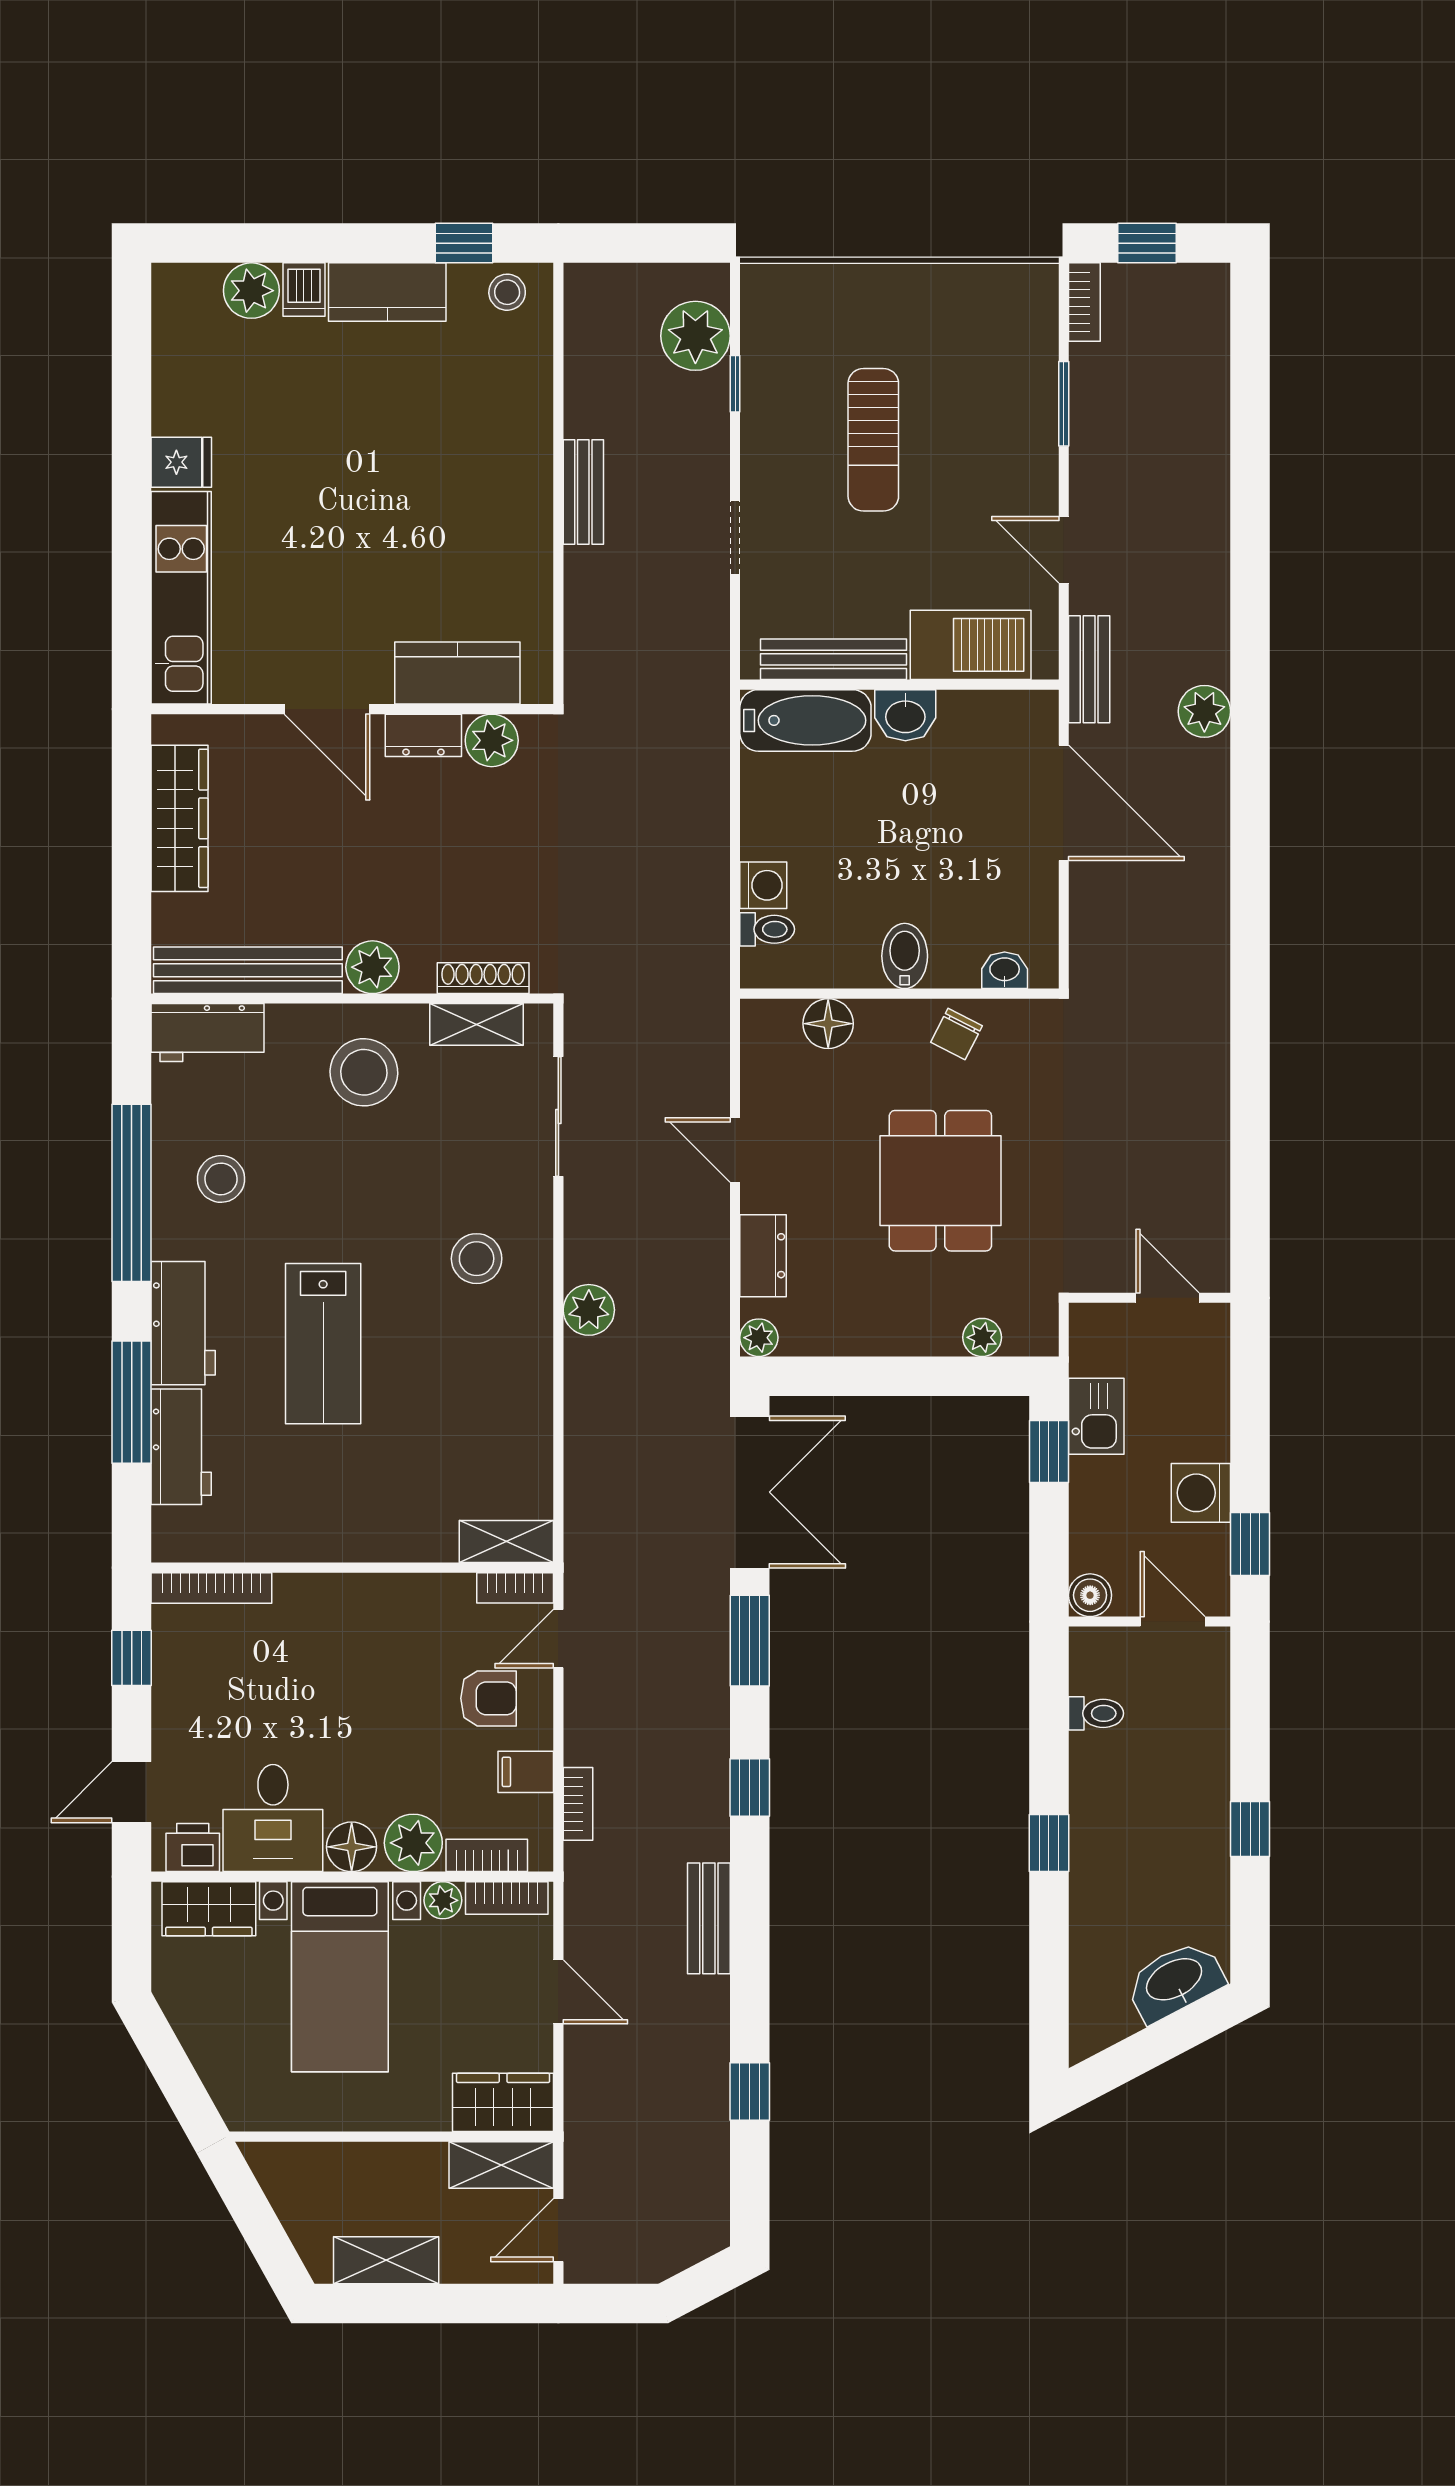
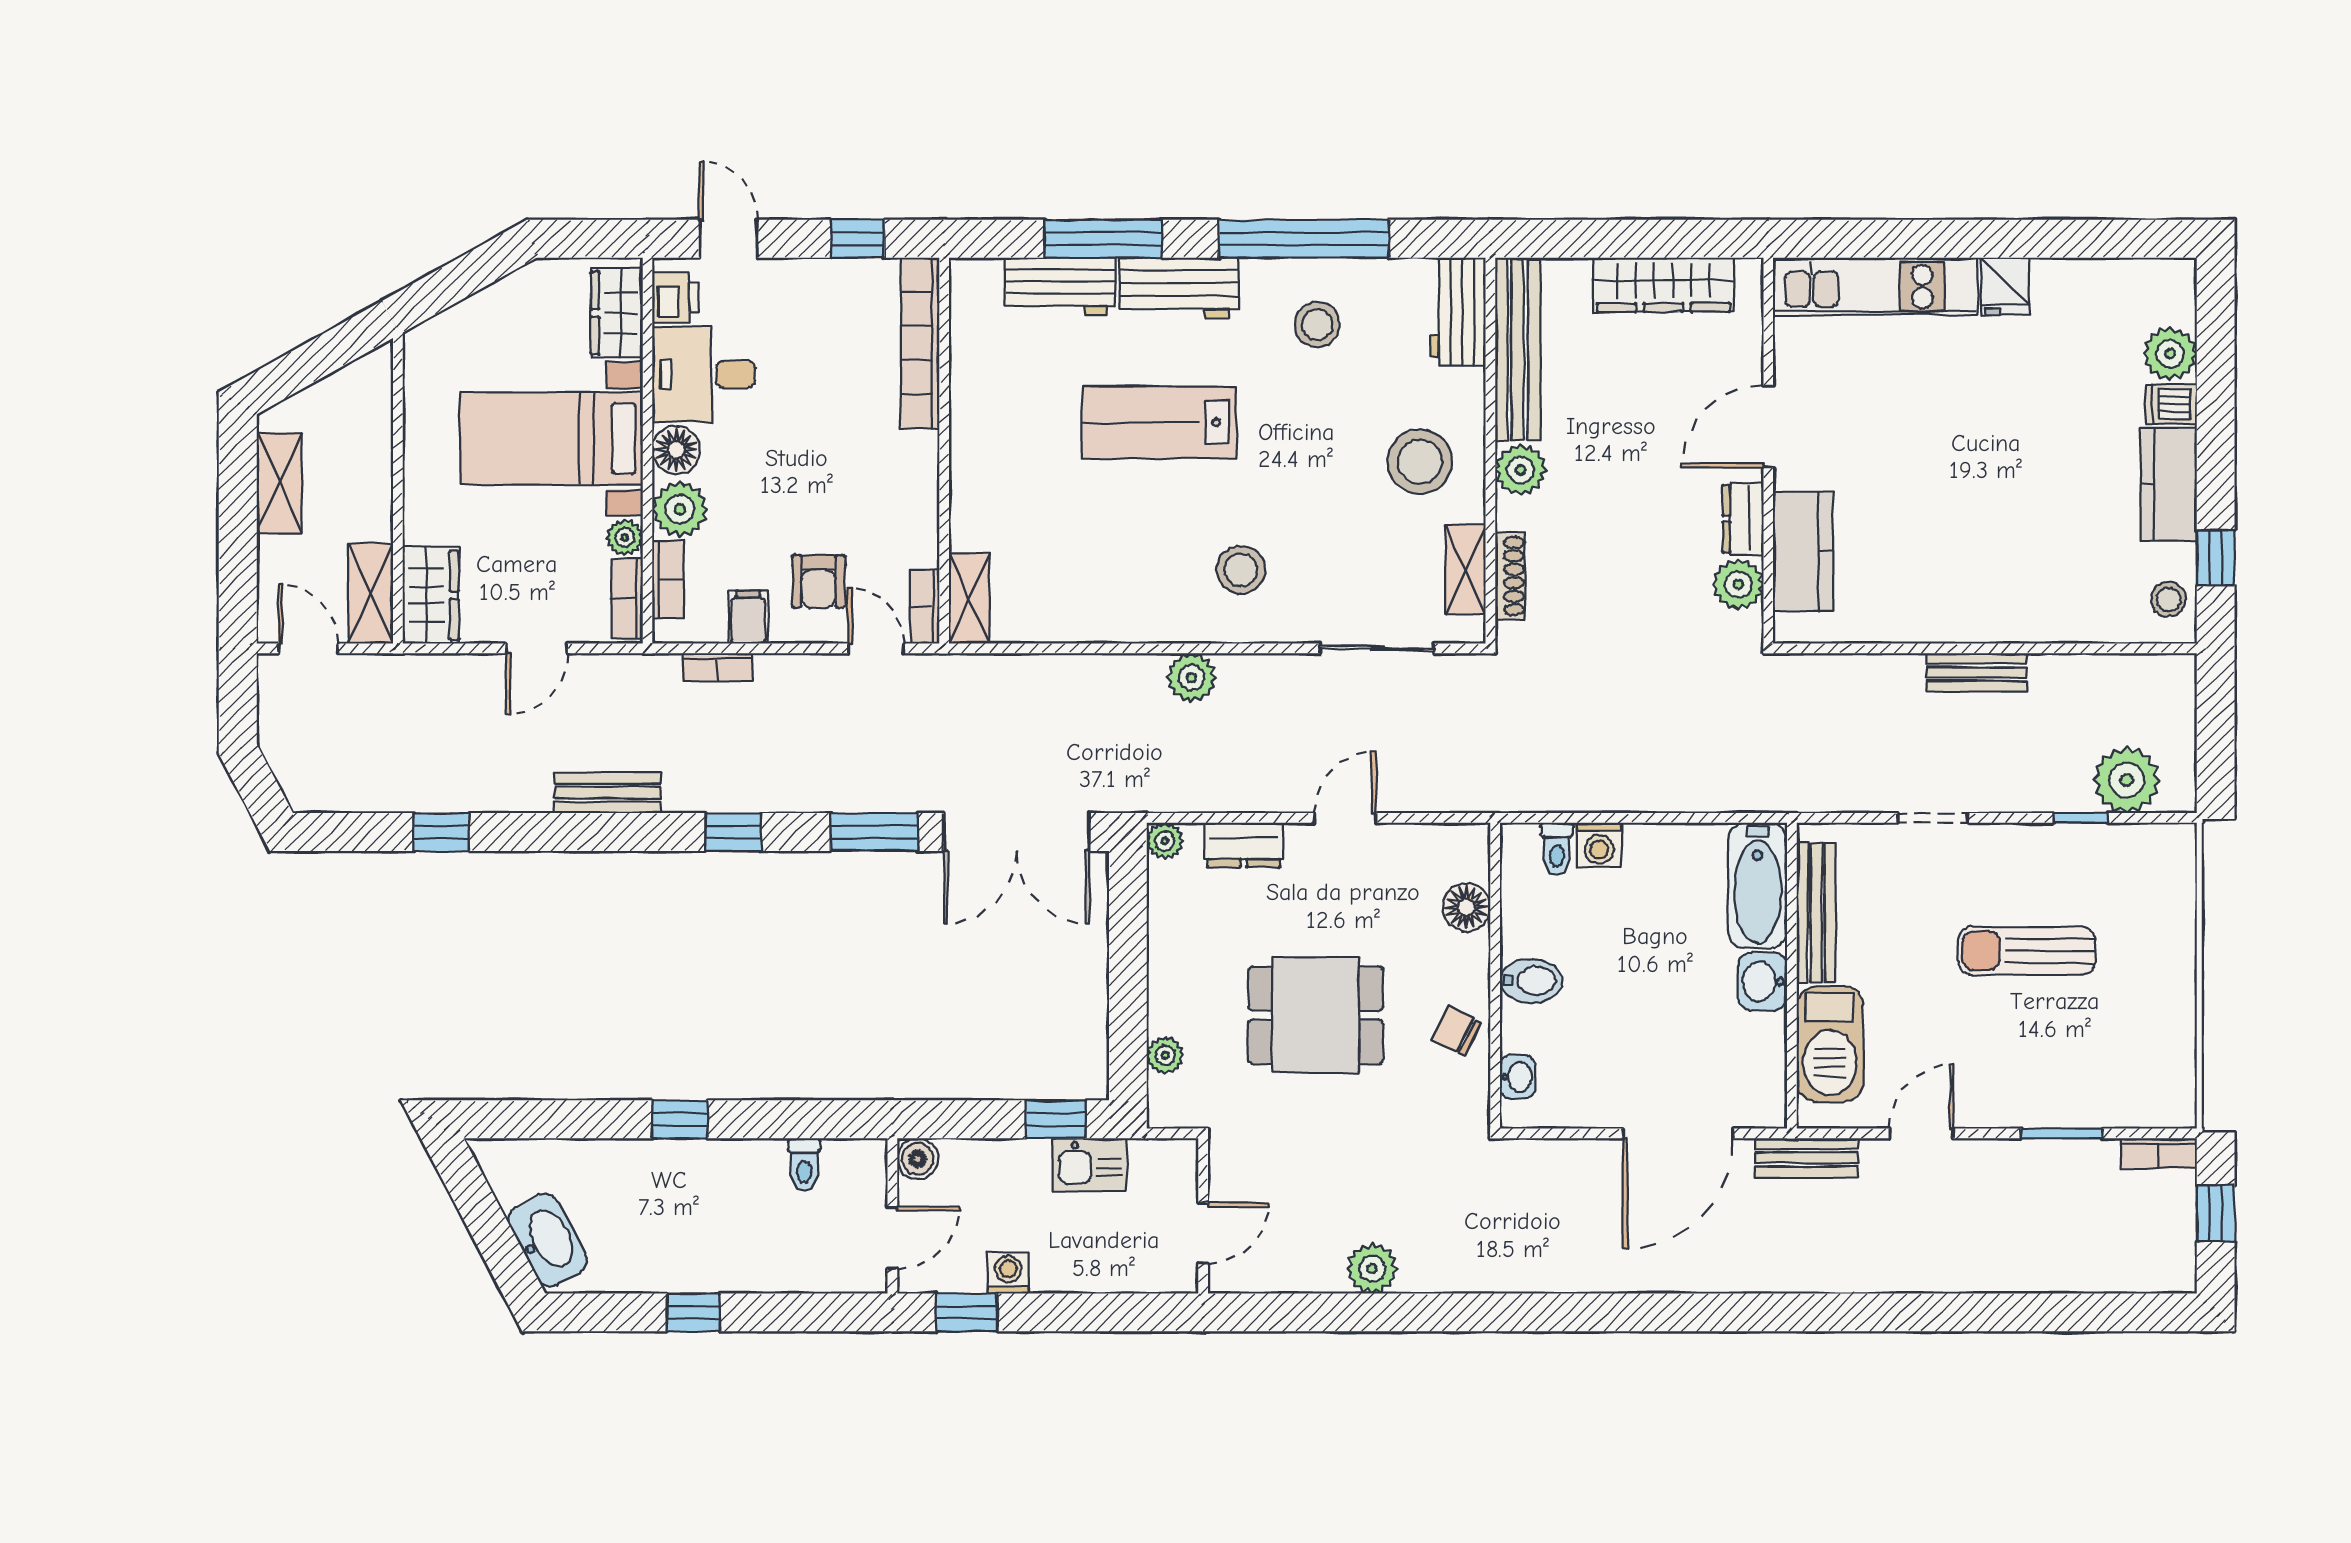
plant: (1204, 711) -> (1372, 1269), moved
washing machine: (1201, 1493) -> (1008, 1273), width x0.73, depth x0.73
bookcase: (211, 1588) -> (920, 343), width x1.48, depth x1.31

